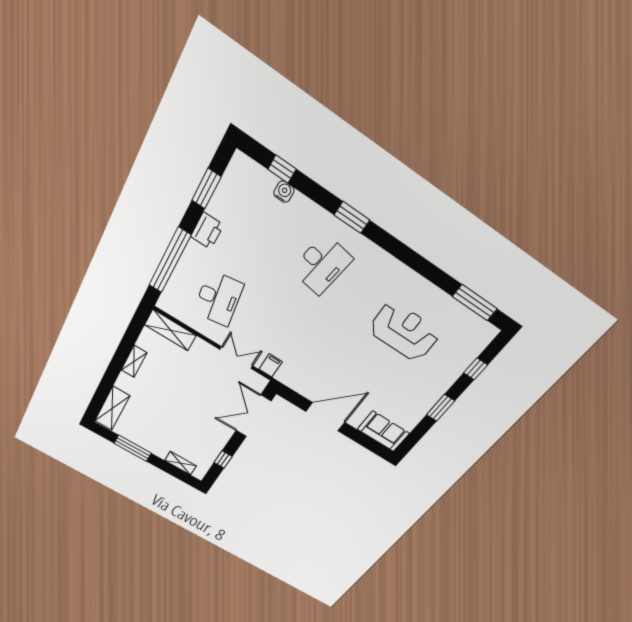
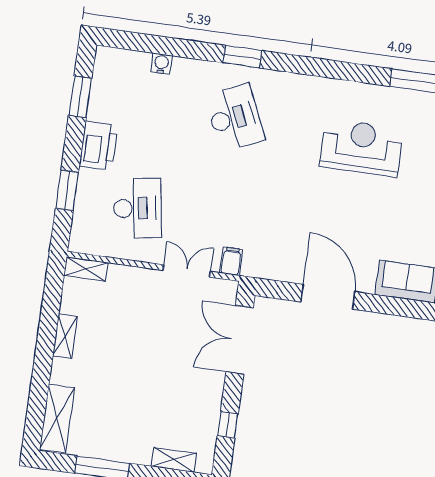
window: (282, 169) -> (150, 44), removed
printer: (207, 231) -> (99, 146), width x1.37, depth x1.19
window: (170, 260) -> (67, 190), width x0.47
desk: (322, 264) -> (235, 118), turned -33
shelving: (170, 330) -> (86, 269), width x0.67, depth x0.75
door: (325, 417) -> (328, 297), hinge flipped

